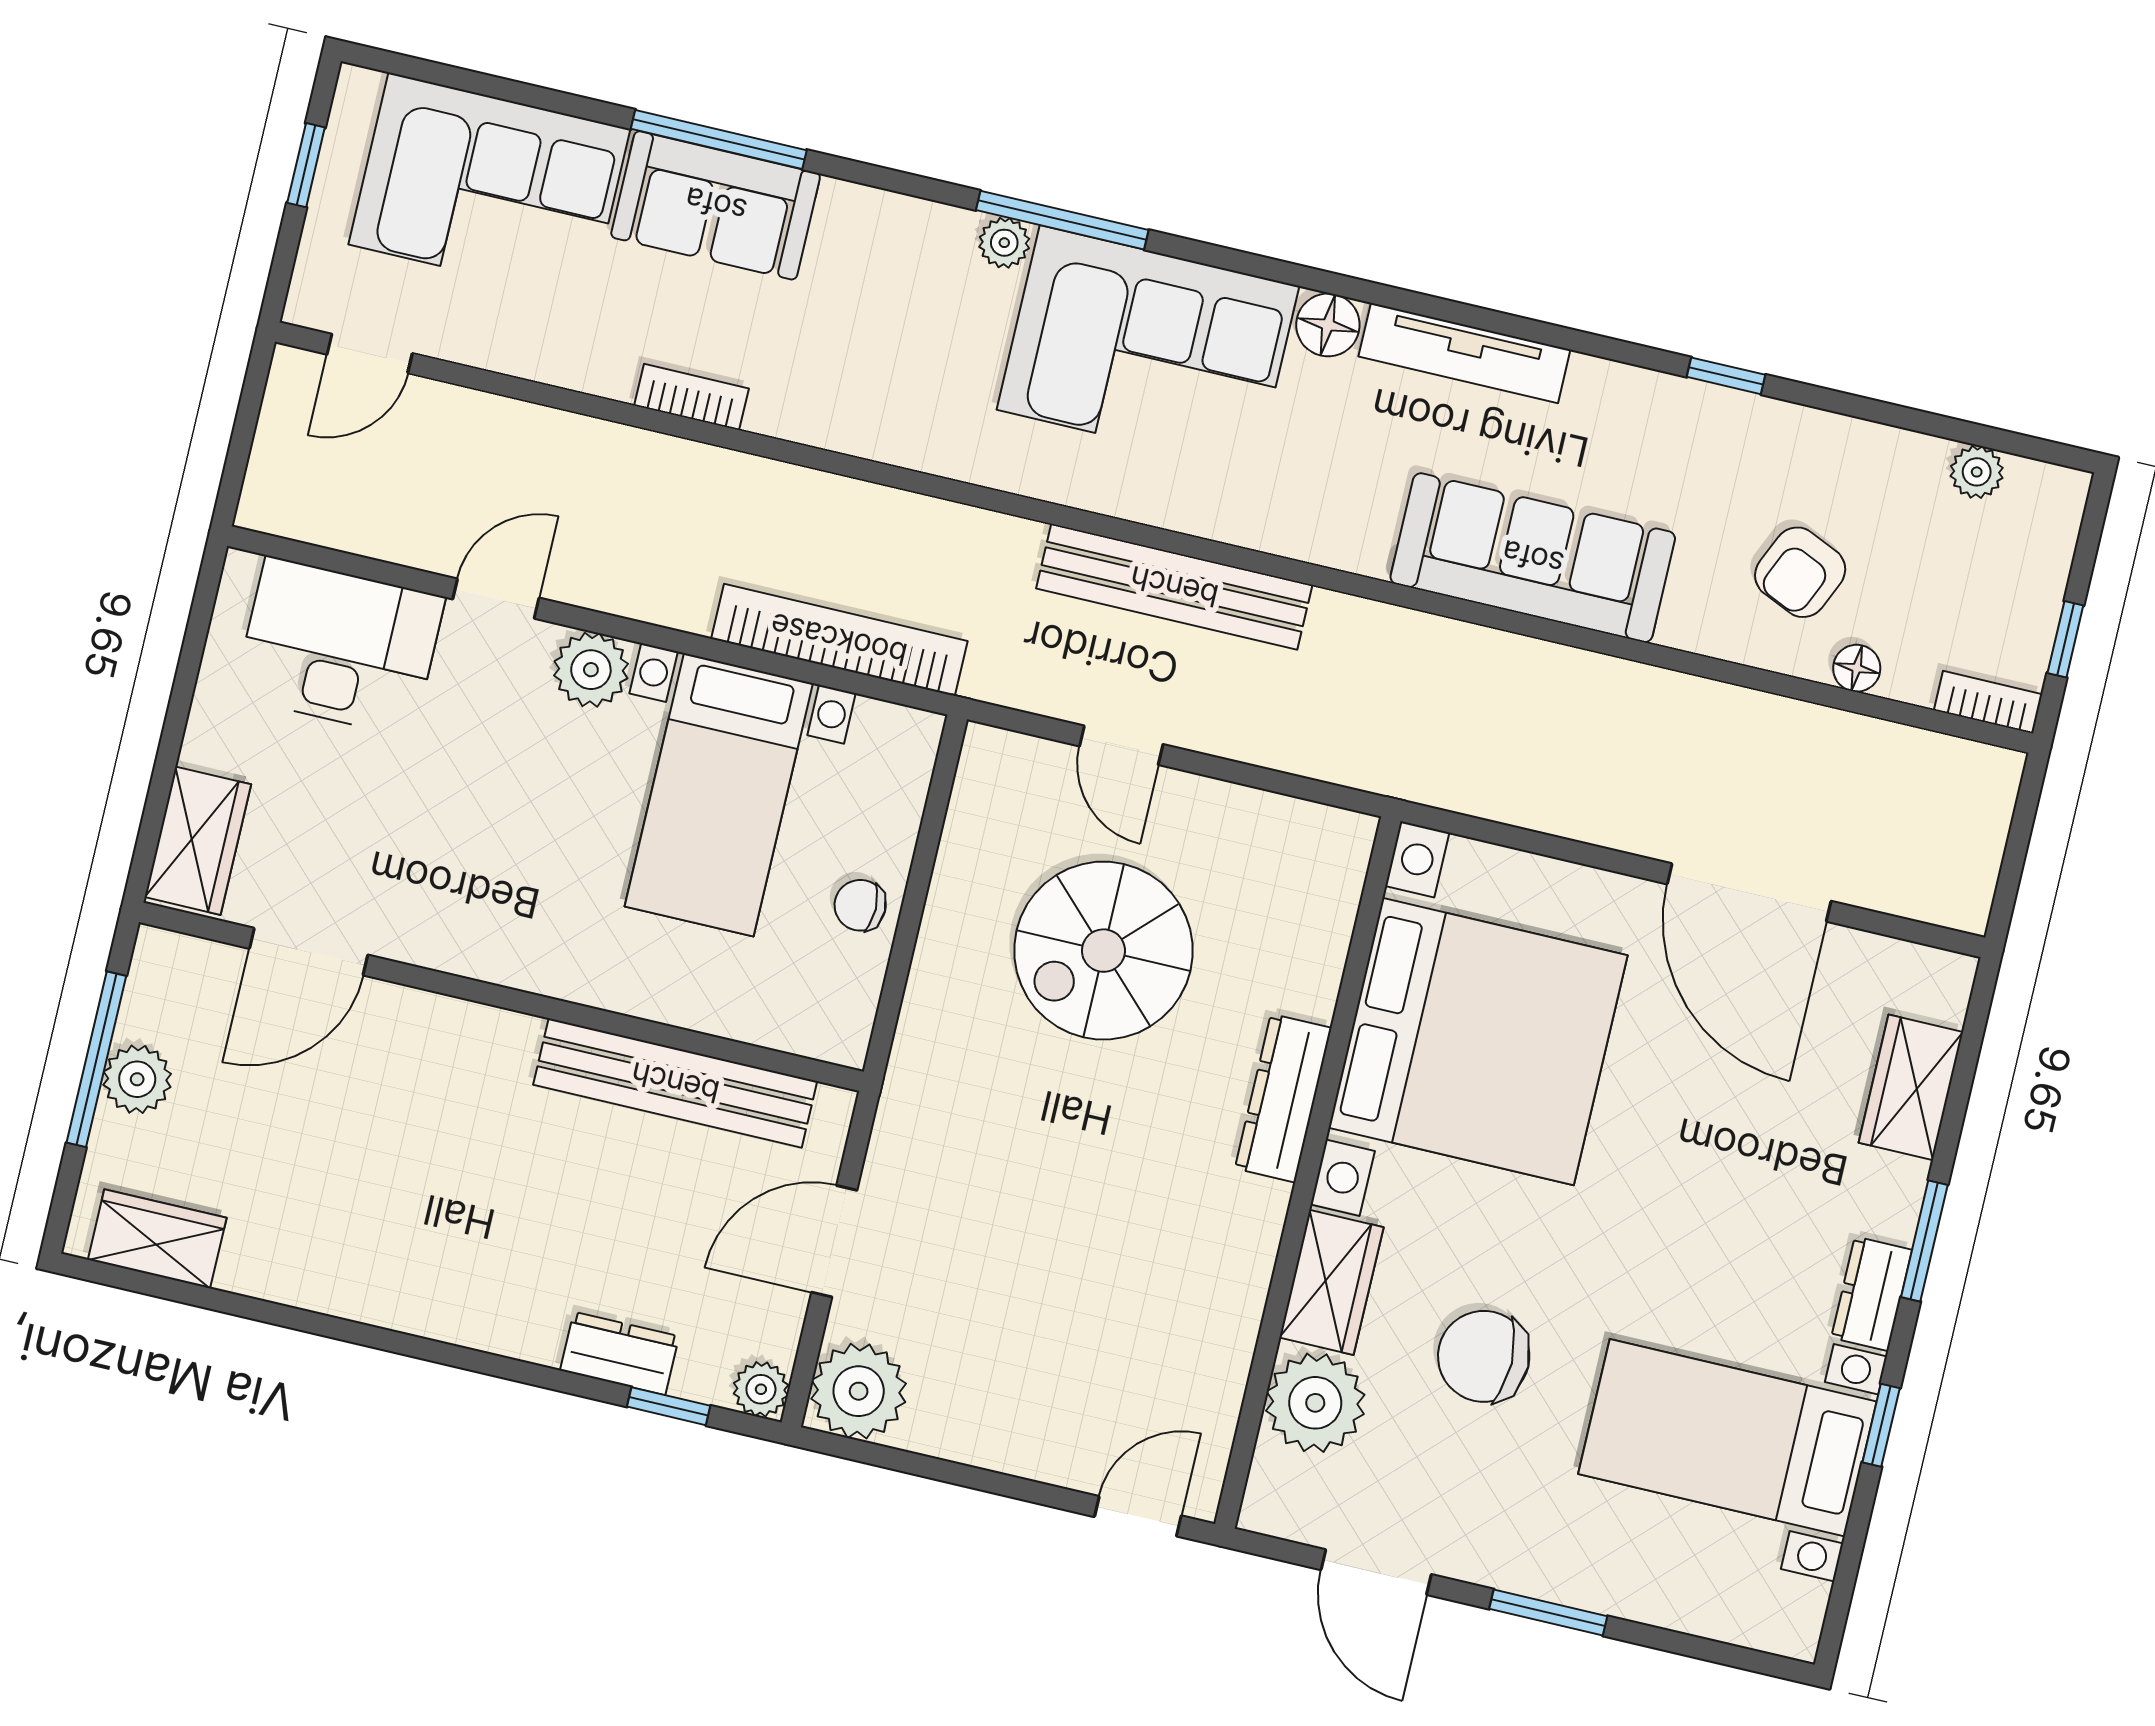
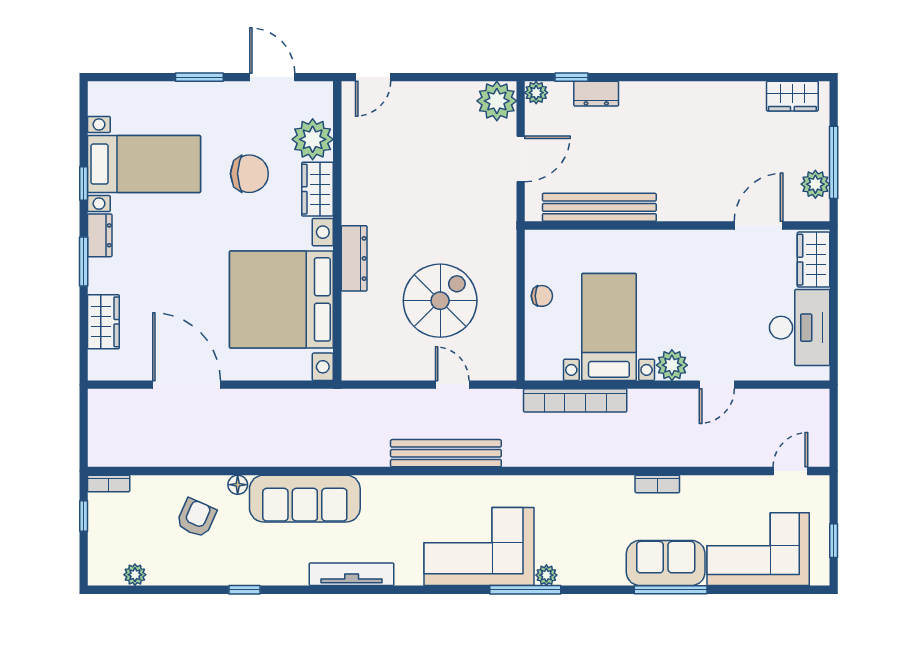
floor lamp: (1328, 325) -> (409, 573), removed
desk: (339, 647) -> (800, 328), moved, turned -90
floor lamp: (1857, 668) -> (238, 485), moved
plant: (137, 1079) -> (815, 184), moved

